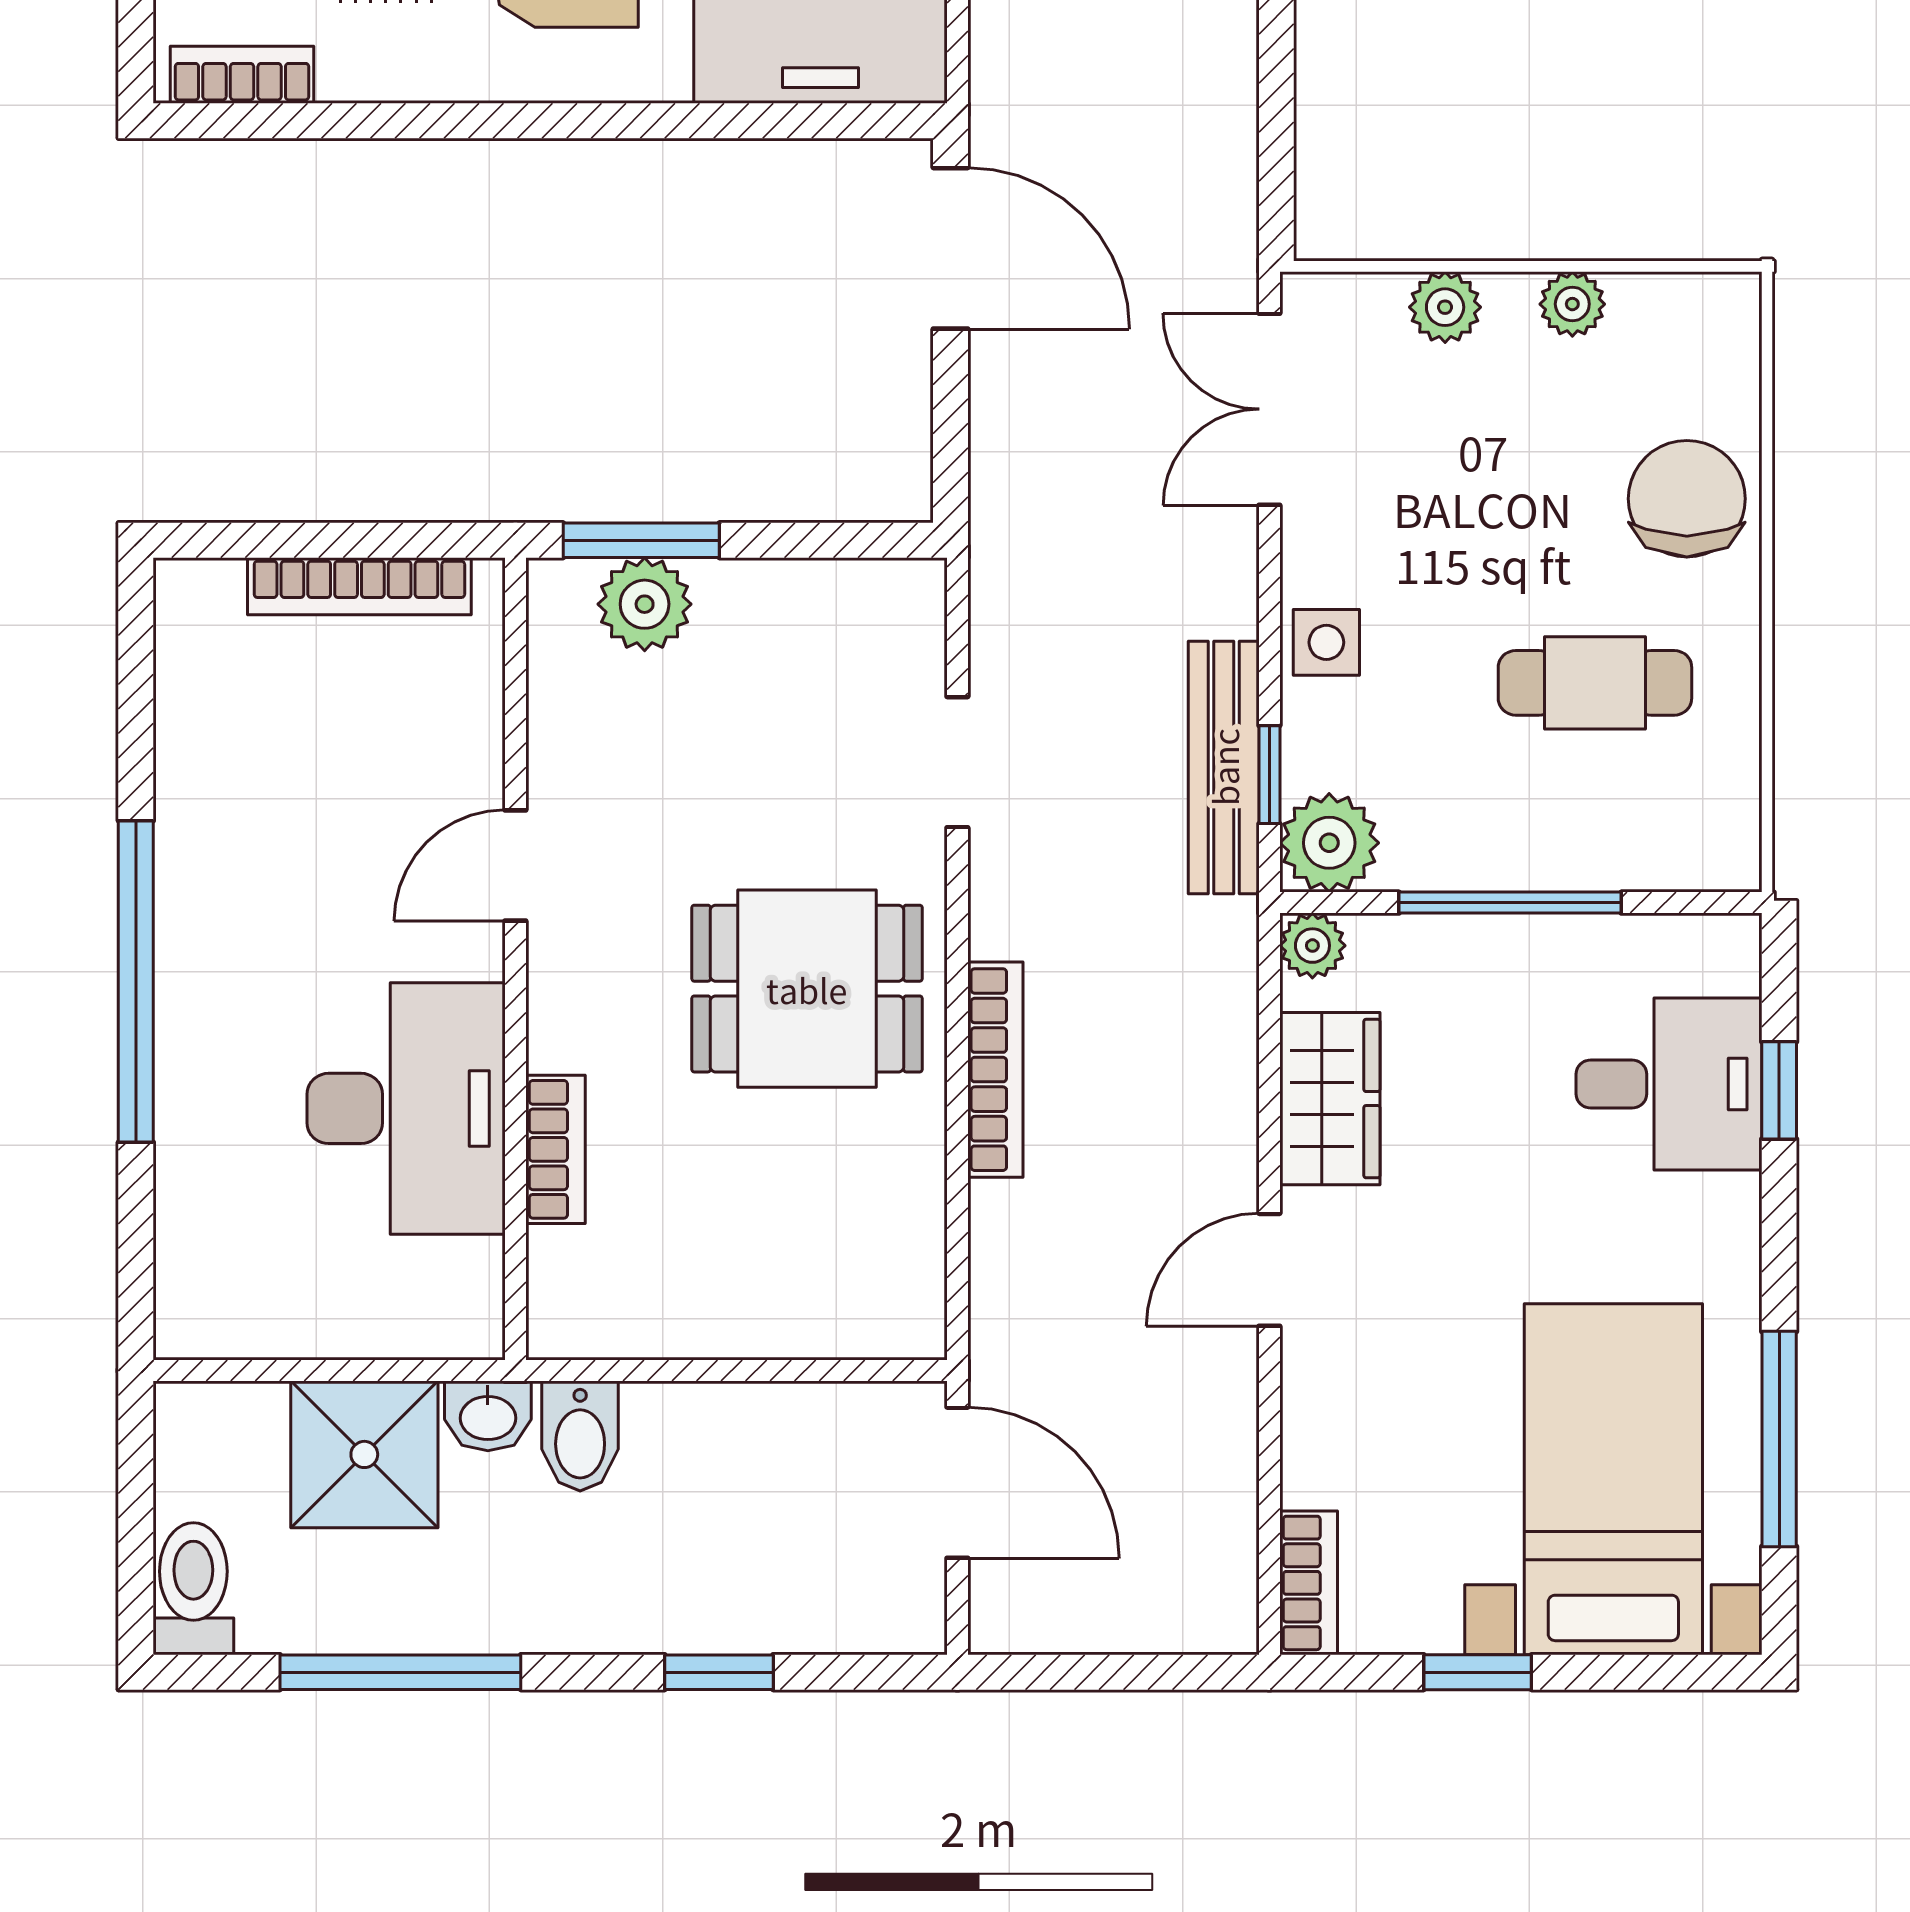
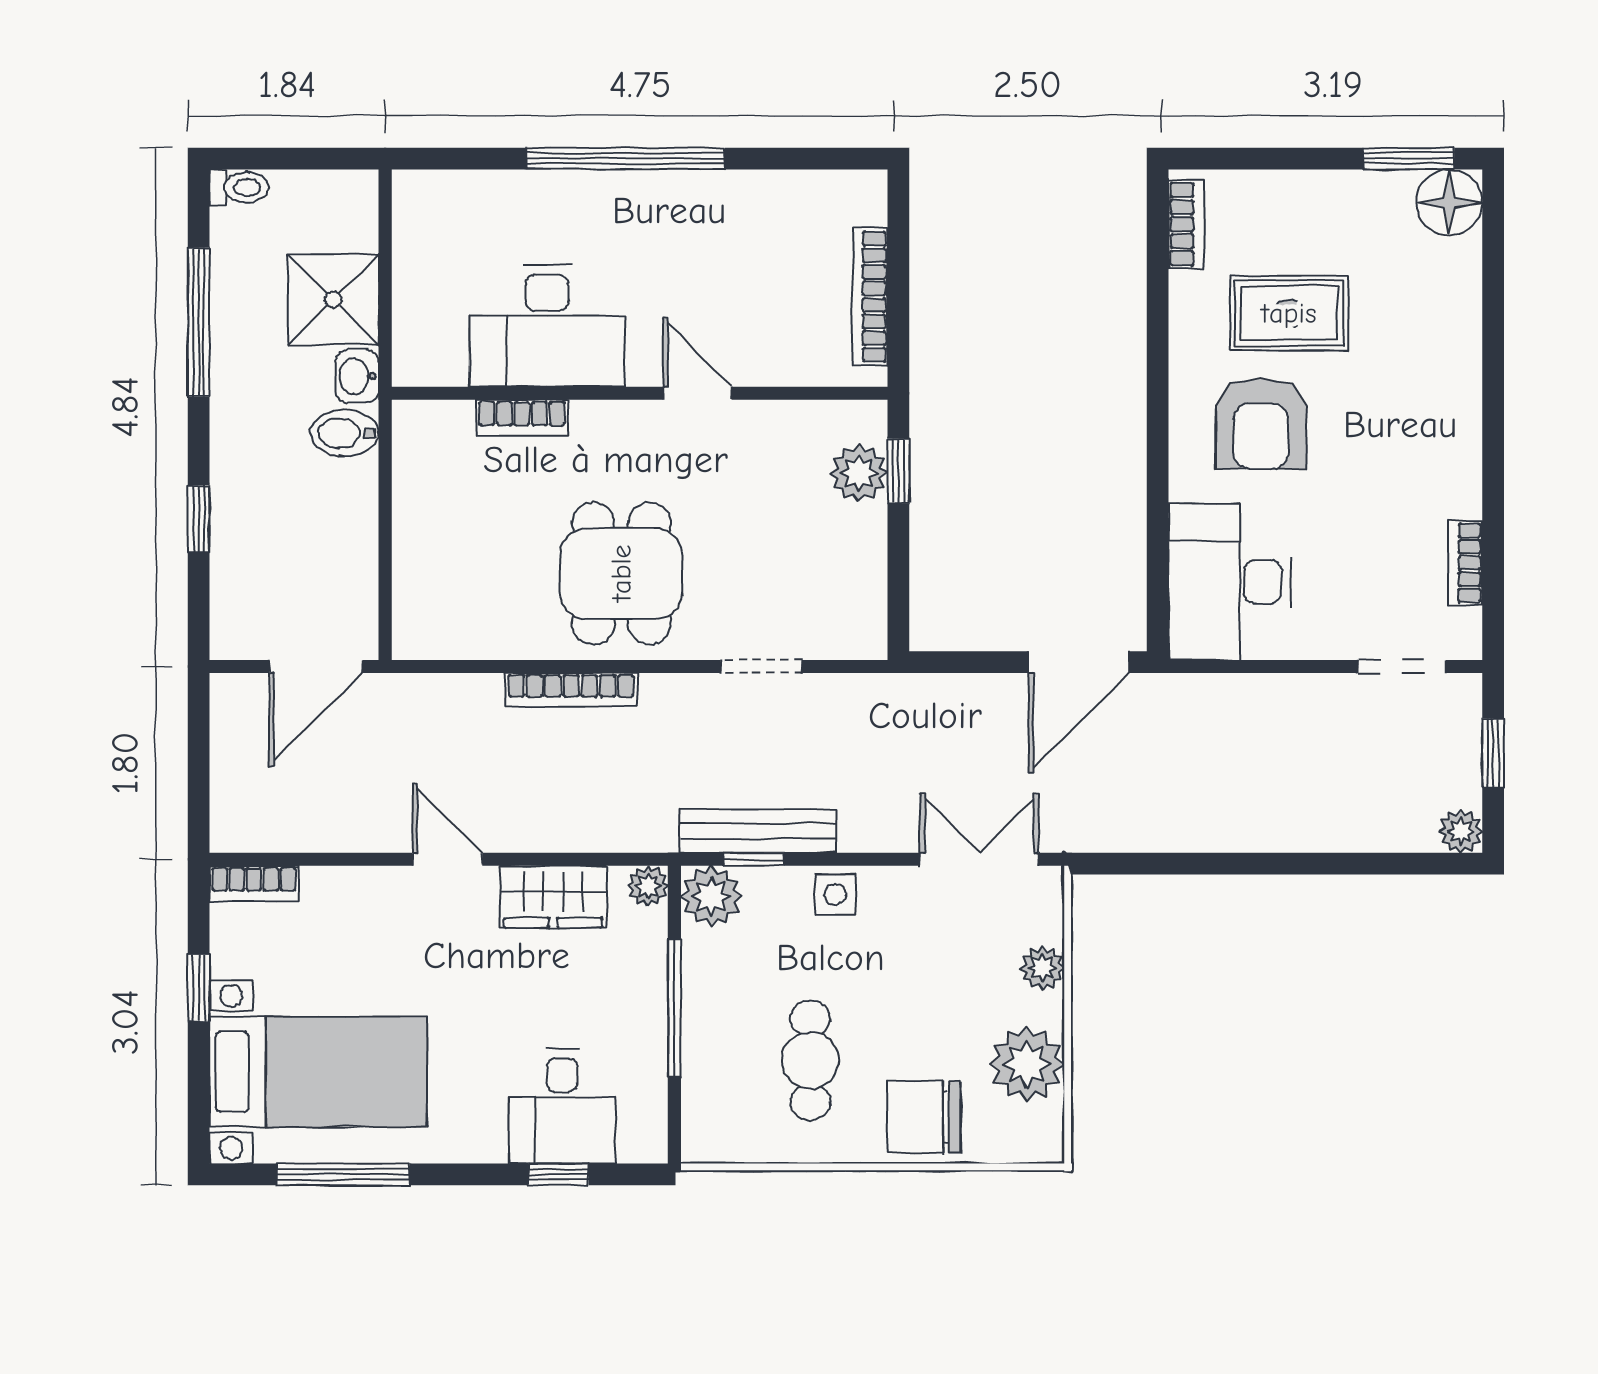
plant: (1572, 304) -> (1027, 1064), width x1.88, depth x1.88
chair: (1687, 499) -> (924, 1117), turned 180
window: (641, 540) -> (898, 471), width x0.67
toilet: (193, 1589) -> (239, 187), width x0.73, depth x0.72

